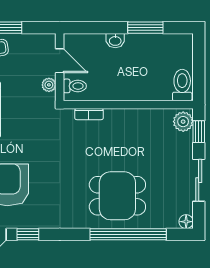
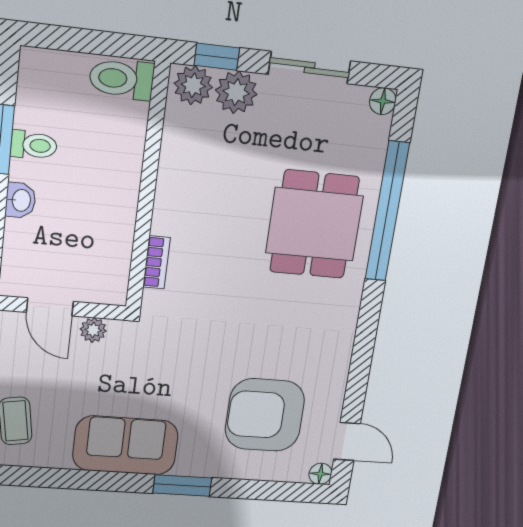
door: (60, 61) -> (50, 307), swing flipped
toilet: (75, 86) -> (34, 145), moved, turned 90
plant: (182, 144) -> (236, 92), added
window: (28, 234) -> (357, 387), removed

